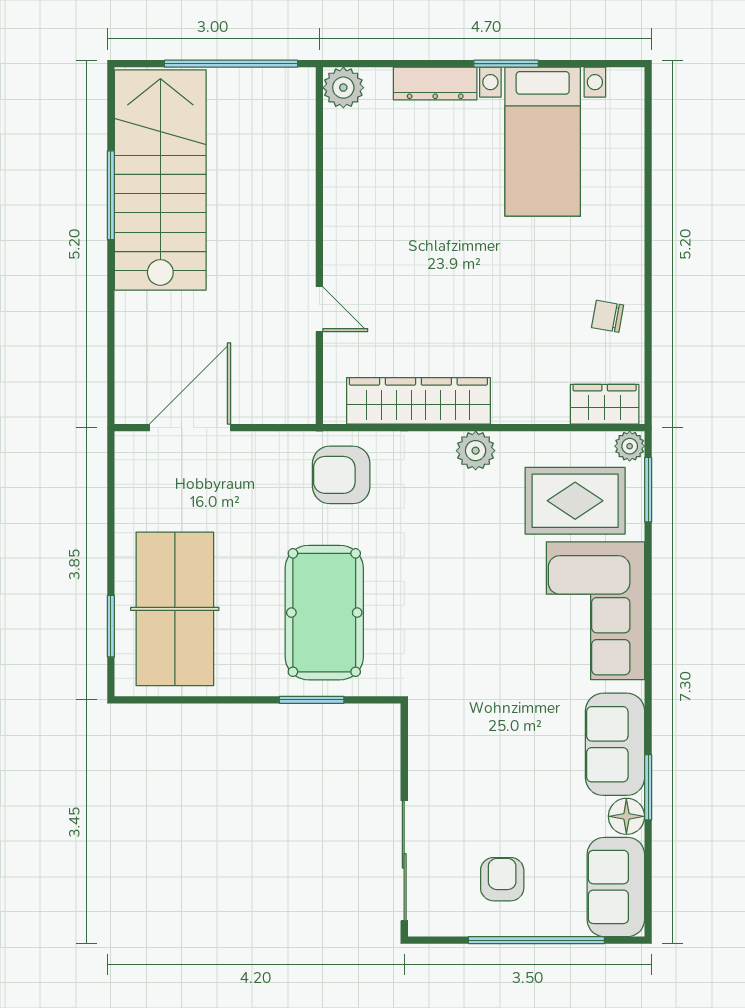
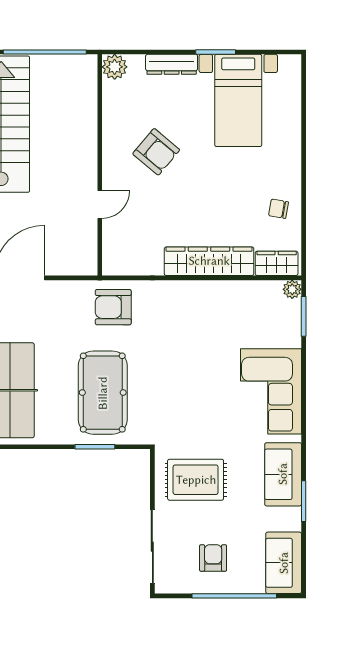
armchair: (410, 224) -> (156, 152), added
door: (319, 309) -> (100, 204), hinge flipped
wardrobe: (418, 401) -> (209, 261), moved
plant: (476, 451) -> (197, 292), removed
rug: (575, 501) -> (196, 480), moved
floor lamp: (626, 816) -> (290, 519), removed

